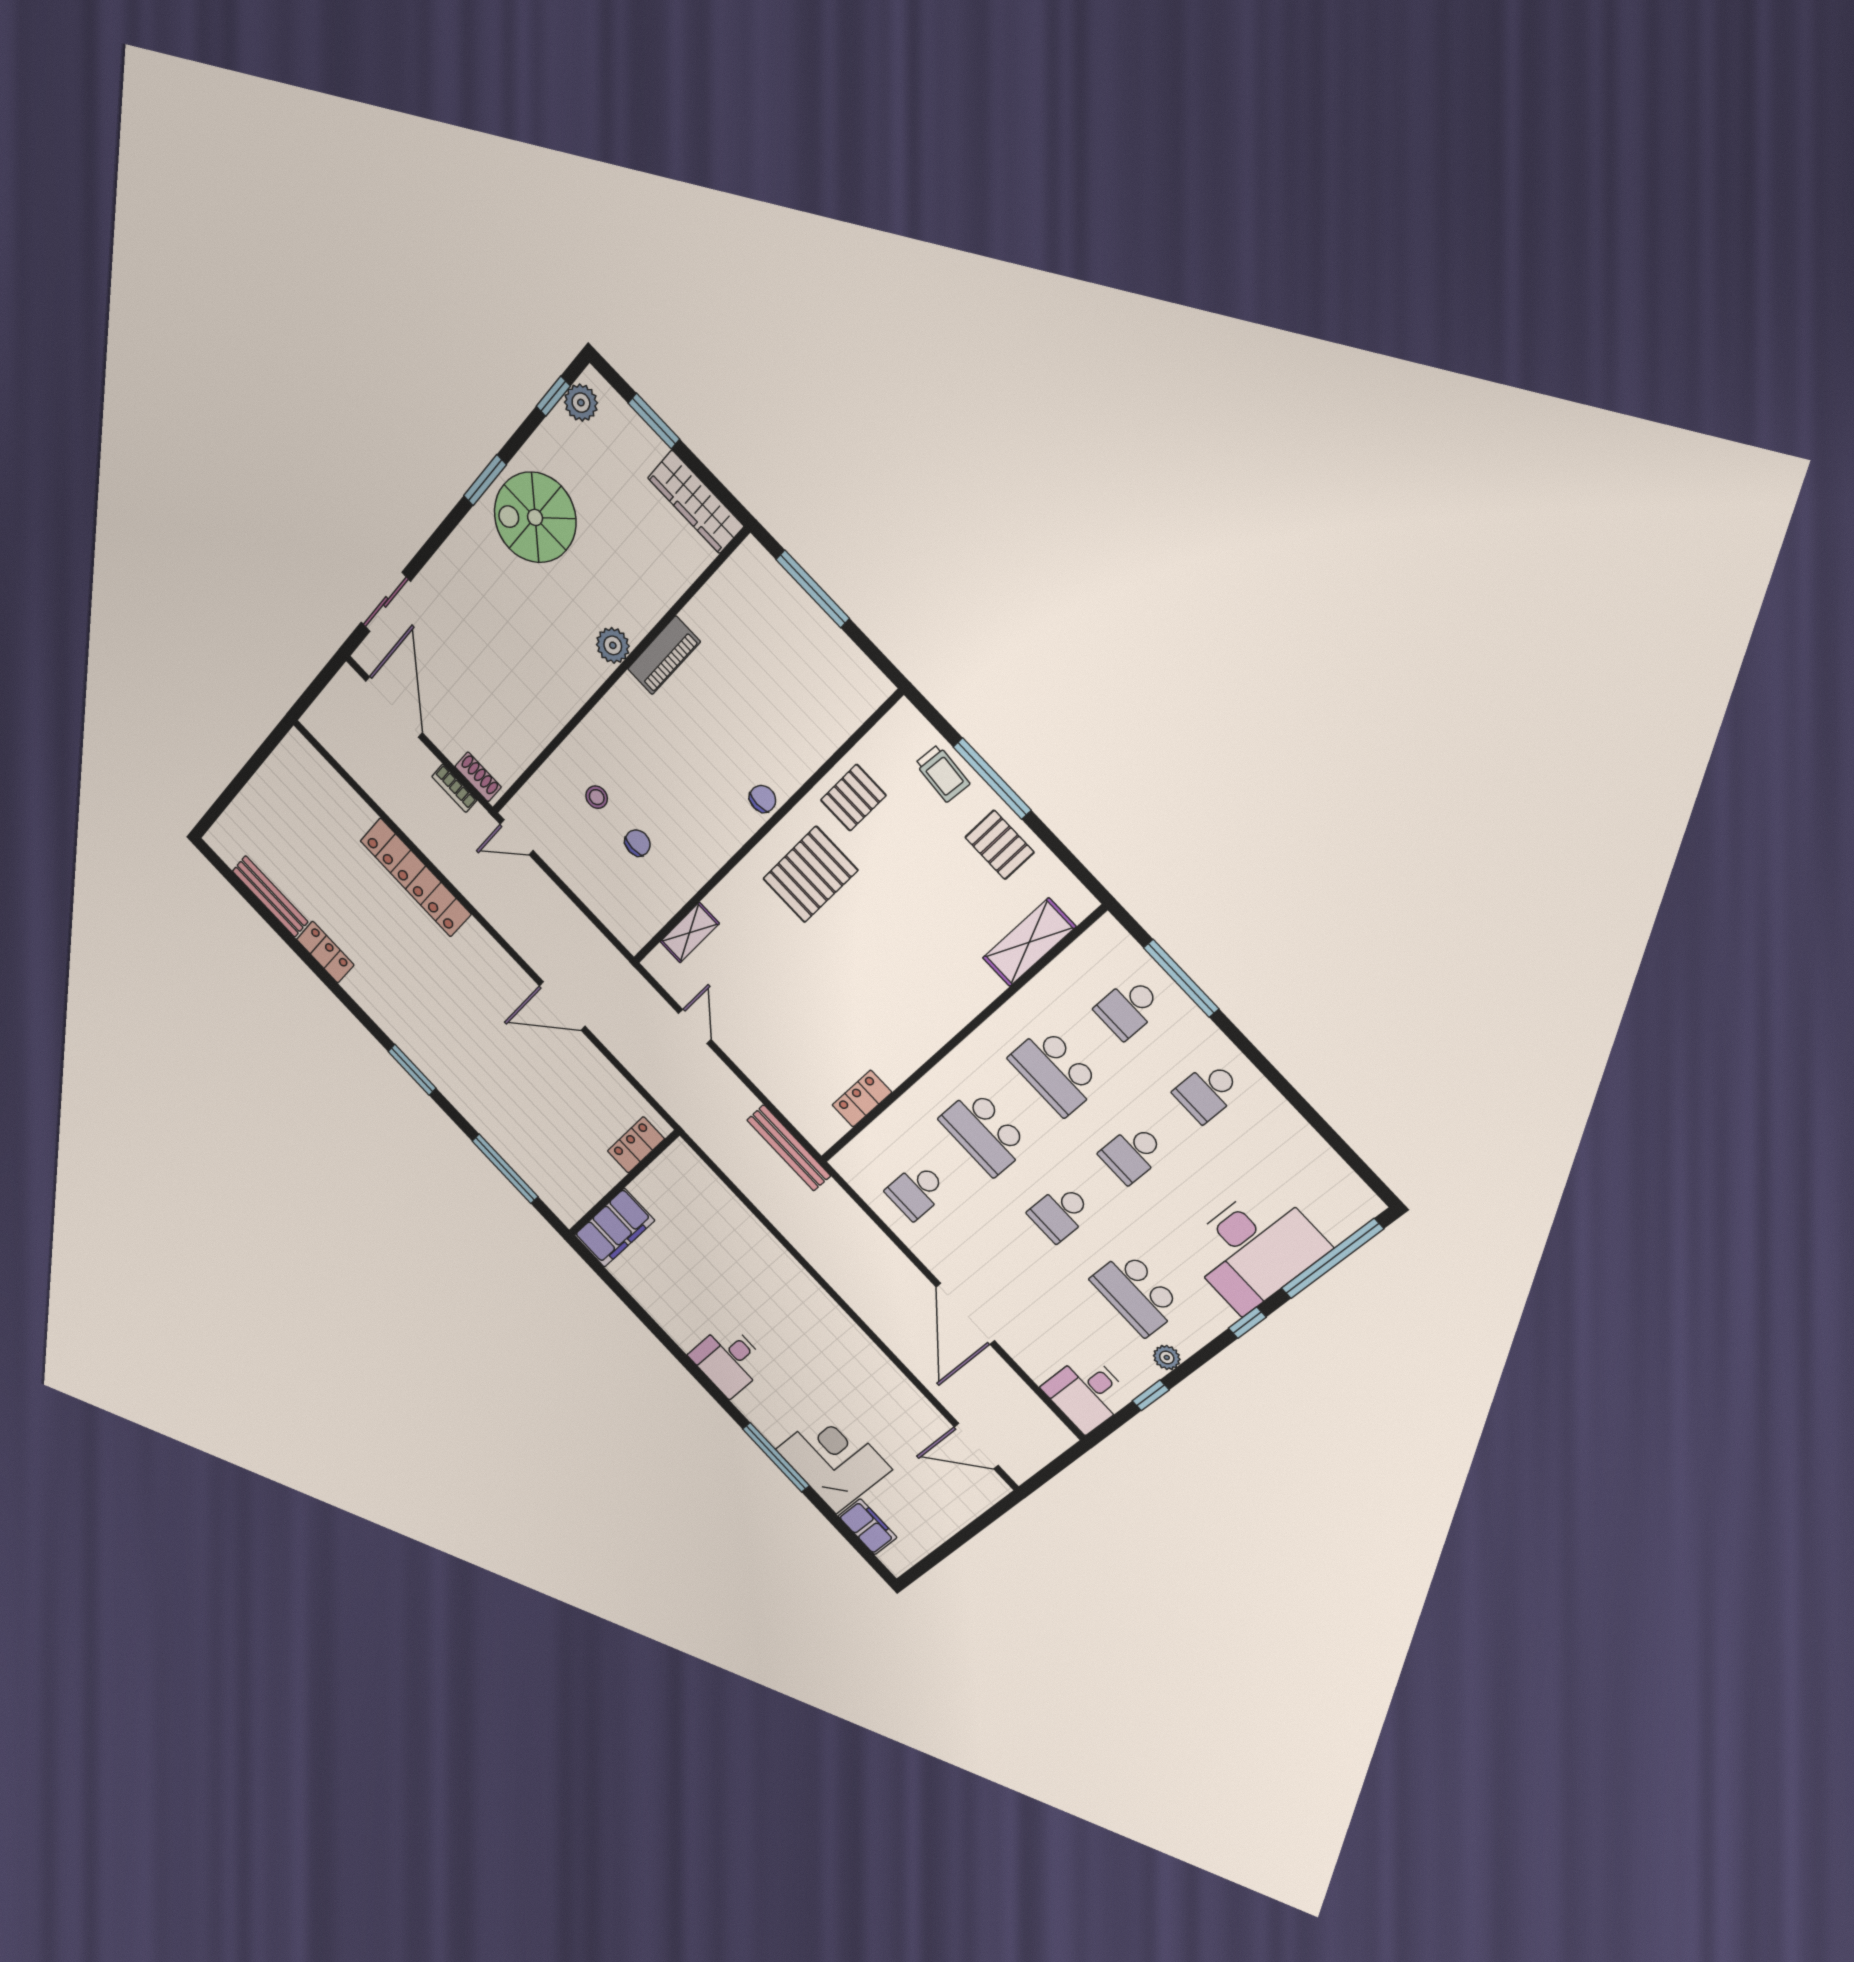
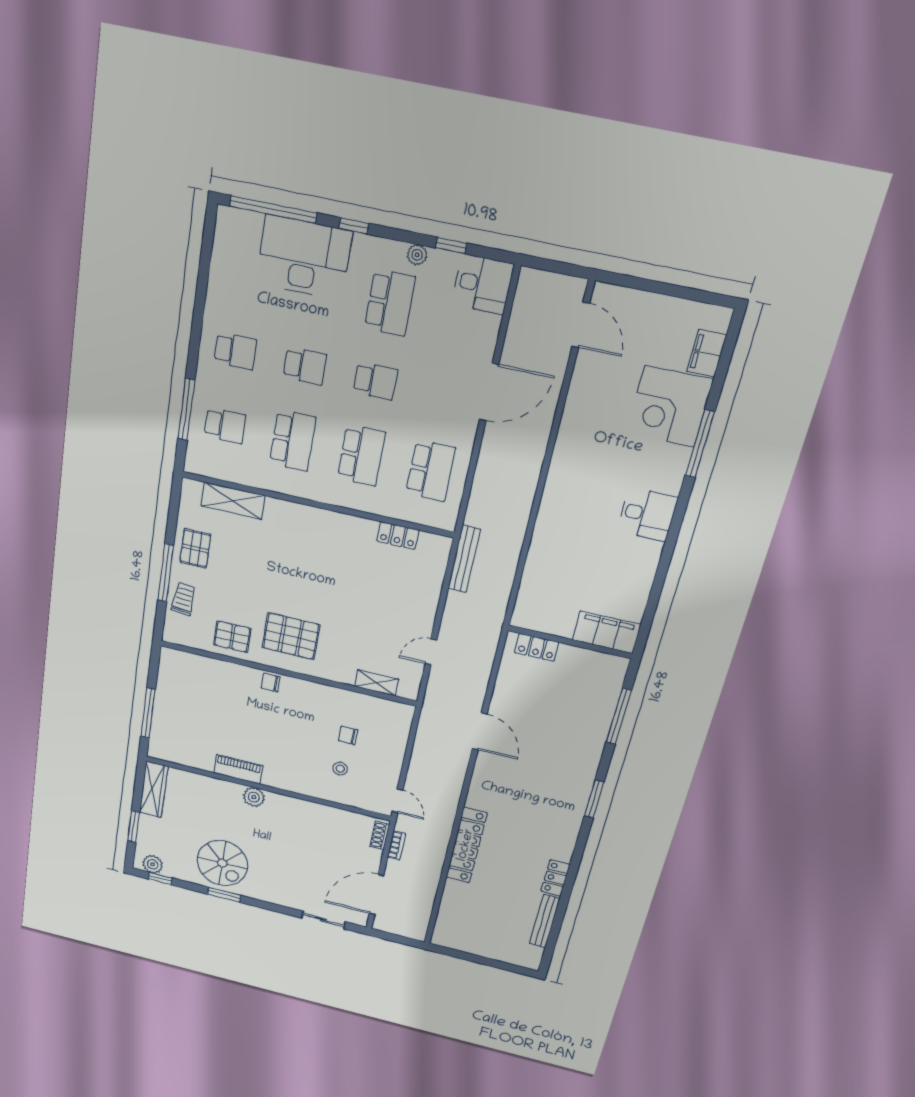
school desk: (917, 1191) -> (431, 471), width x1.85

